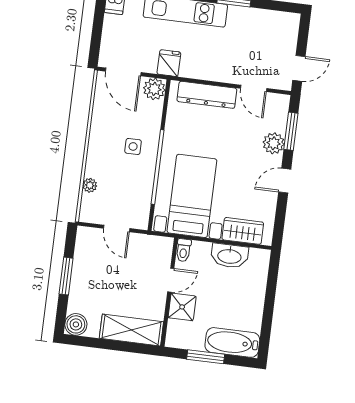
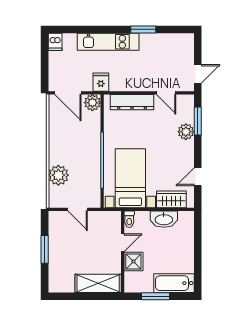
side table: (133, 146) -> (82, 147), removed
door: (285, 181) -> (198, 177), moved
plant: (90, 185) -> (58, 175), width x1.87, depth x1.87
boiler: (76, 324) -> (56, 284), removed

